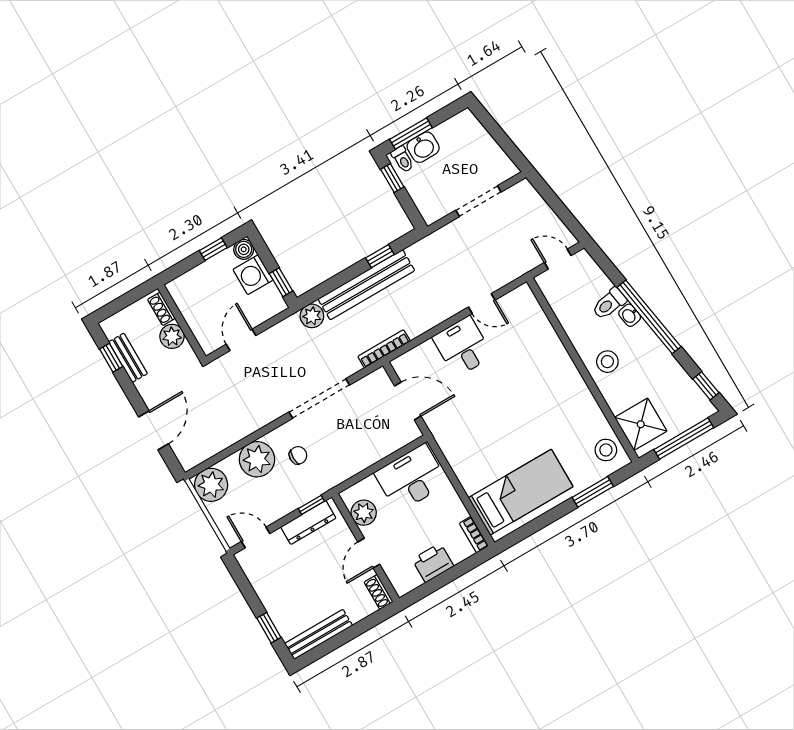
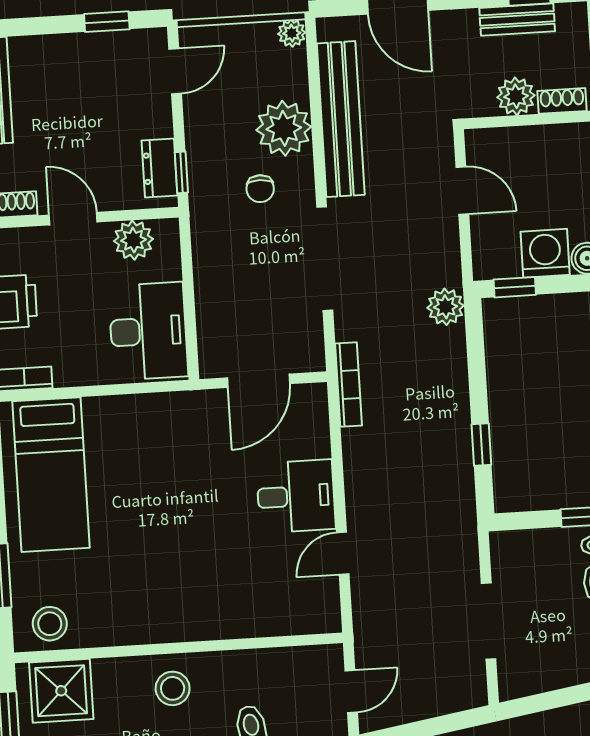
bench: (366, 285) -> (341, 119), moved
plant: (211, 485) -> (292, 33), width x0.53, depth x0.53
dresser: (308, 523) -> (160, 168), width x0.70
window: (269, 628) -> (107, 22), moved

